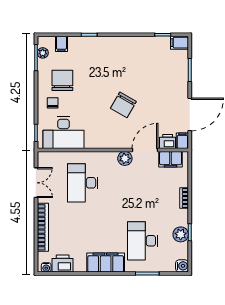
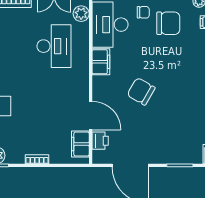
filing cabinet: (182, 141) -> (101, 62), moved, width x2.00
plant: (125, 158) -> (81, 14), moved
desk: (83, 183) -> (54, 46), turned 90

